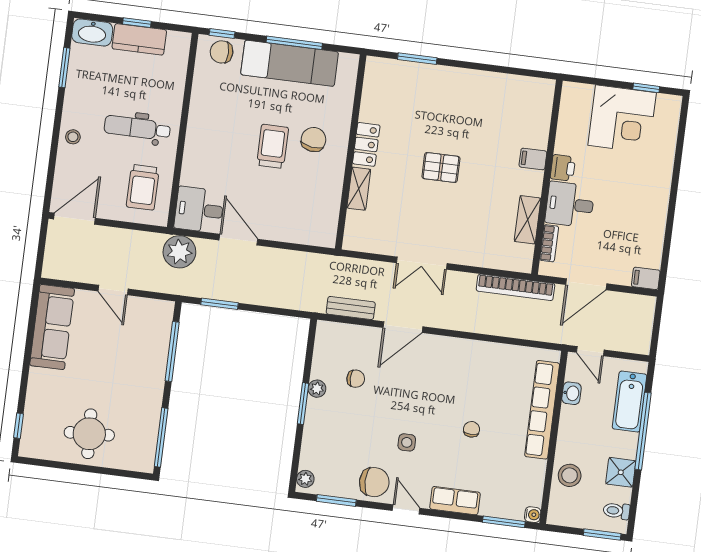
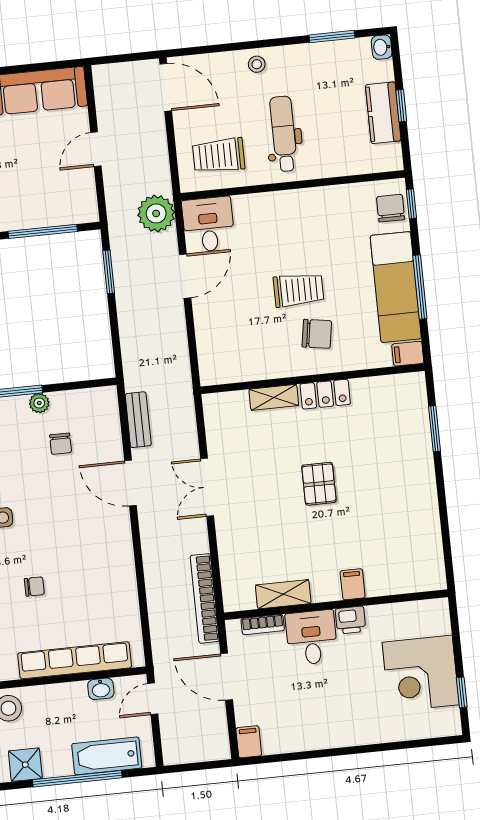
washbasin: (92, 32) -> (382, 47), width x0.52, depth x0.69
filing cabinet: (348, 66) -> (408, 354), added

